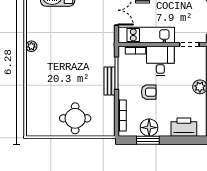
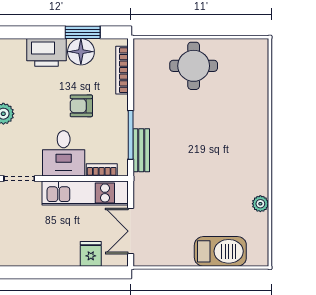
plant: (31, 46) -> (260, 204), moved
bench: (109, 81) -> (141, 150), moved
printer: (184, 127) -> (46, 52), moved

